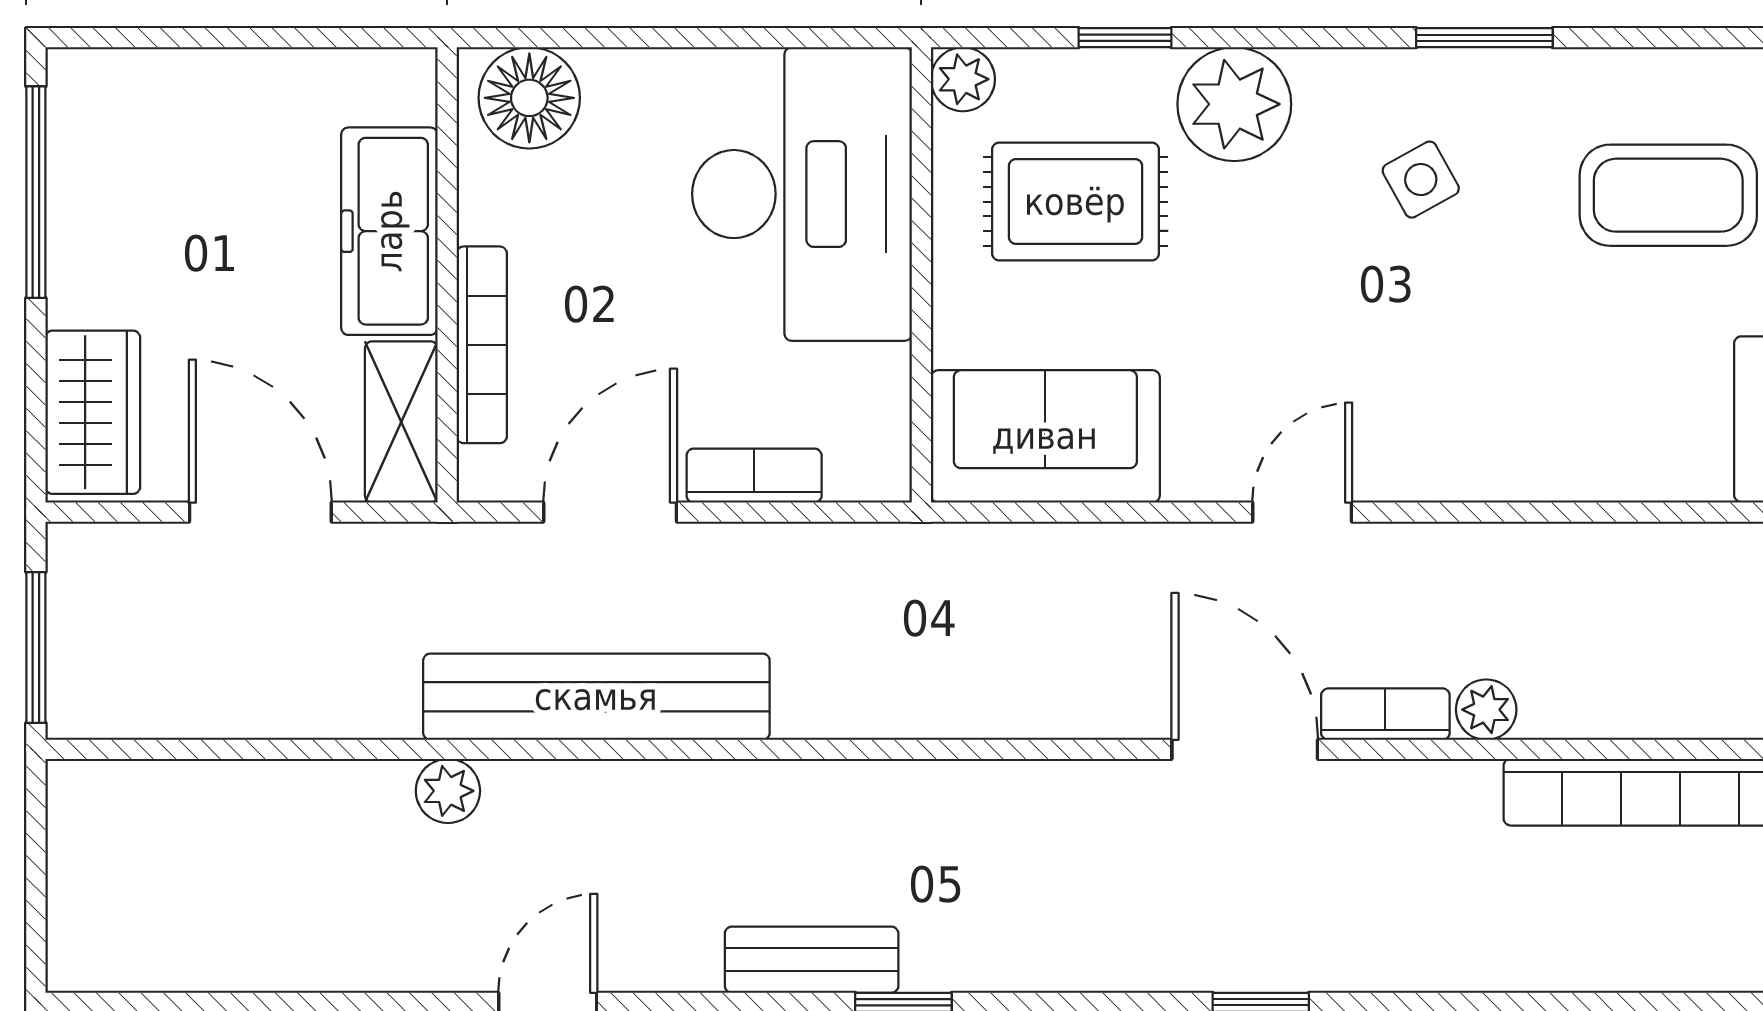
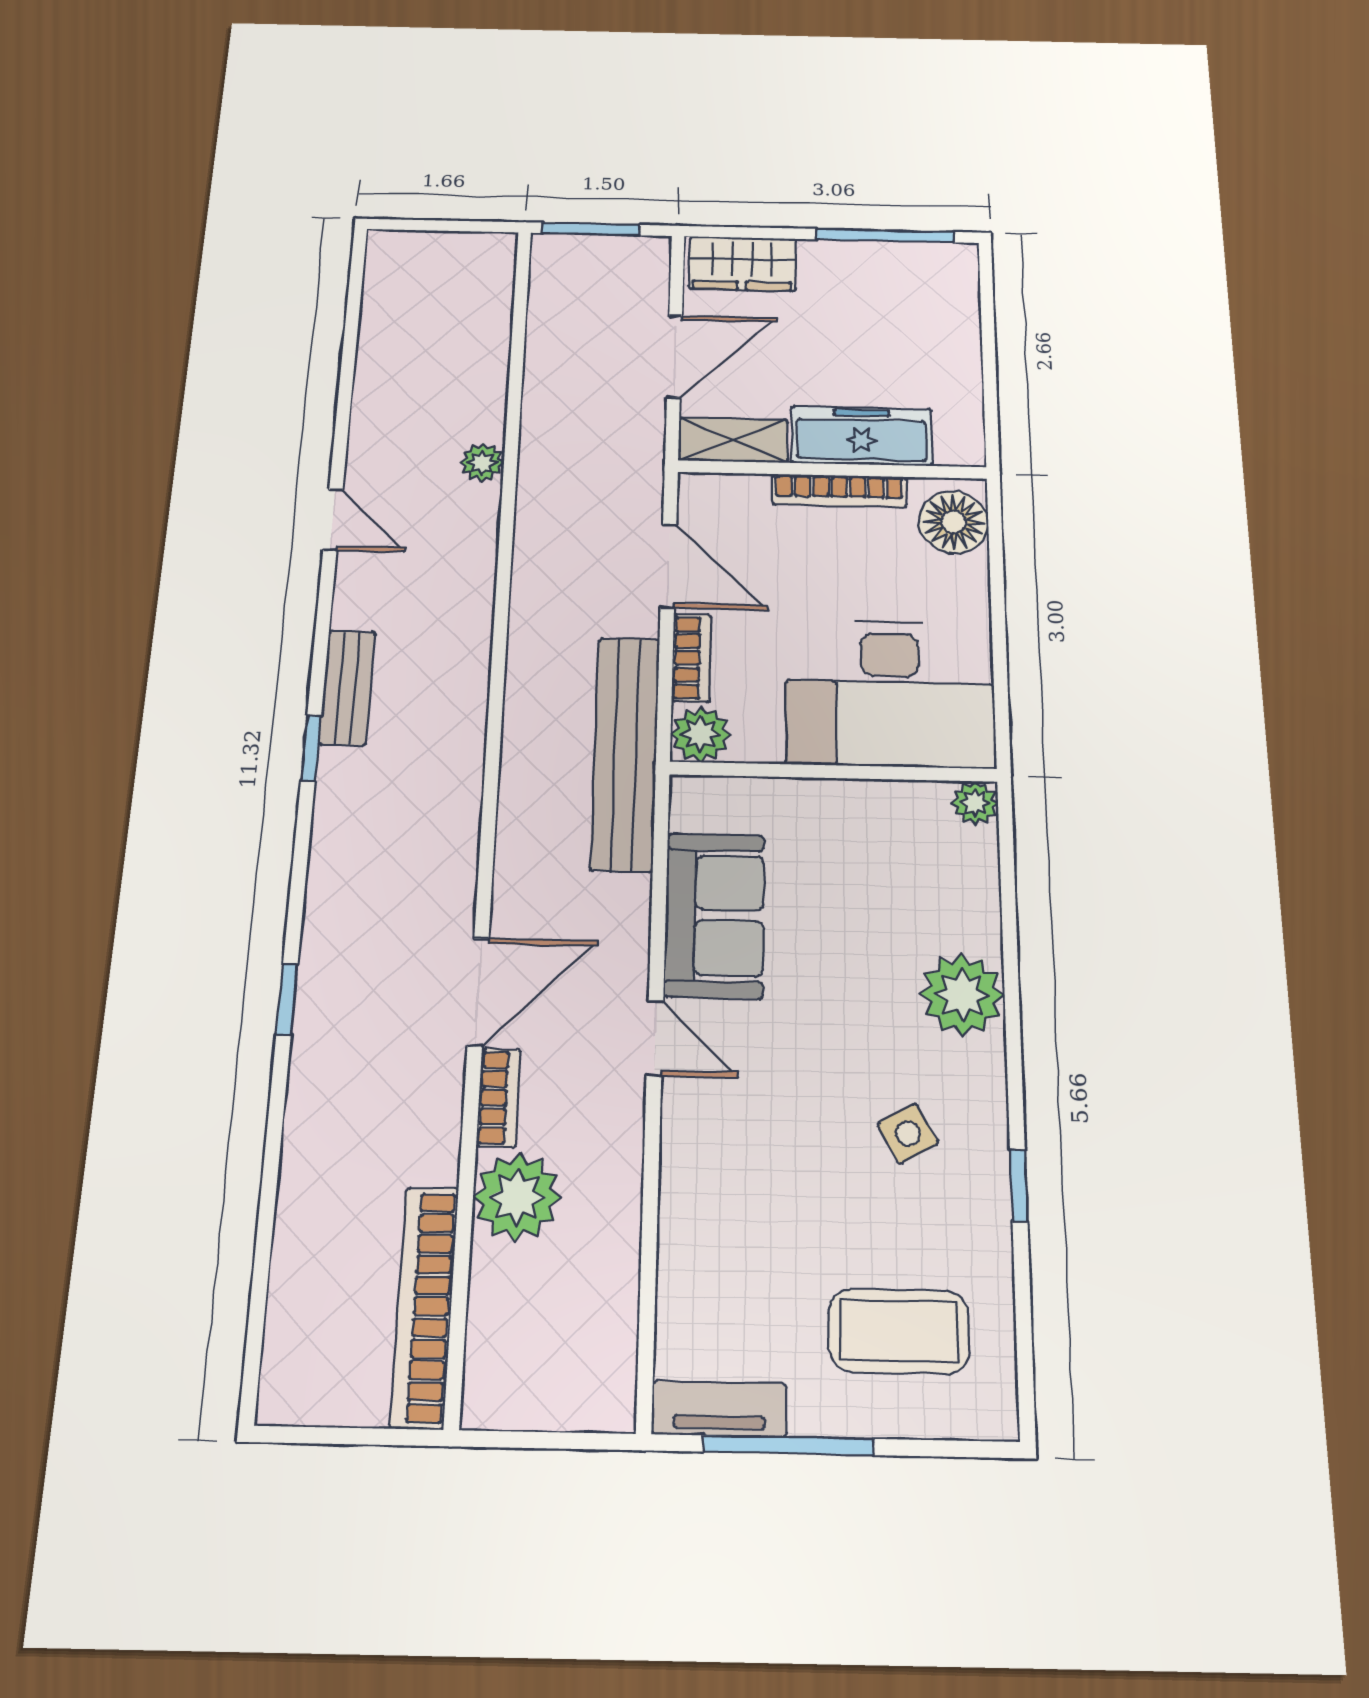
window: (1125, 38) -> (1009, 917), removed
window: (1484, 38) -> (1019, 1185), width x0.67
coffee table: (1668, 195) -> (899, 1331), turned 90
rug: (1075, 202) -> (888, 879), removed
bookcase: (482, 345) -> (839, 491), moved
sofa: (1045, 436) -> (714, 915), moved
plant: (870, 461) -> (701, 734), added
bench: (596, 697) -> (625, 753), moved
plant: (1486, 710) -> (517, 1197), width x1.87, depth x1.87

